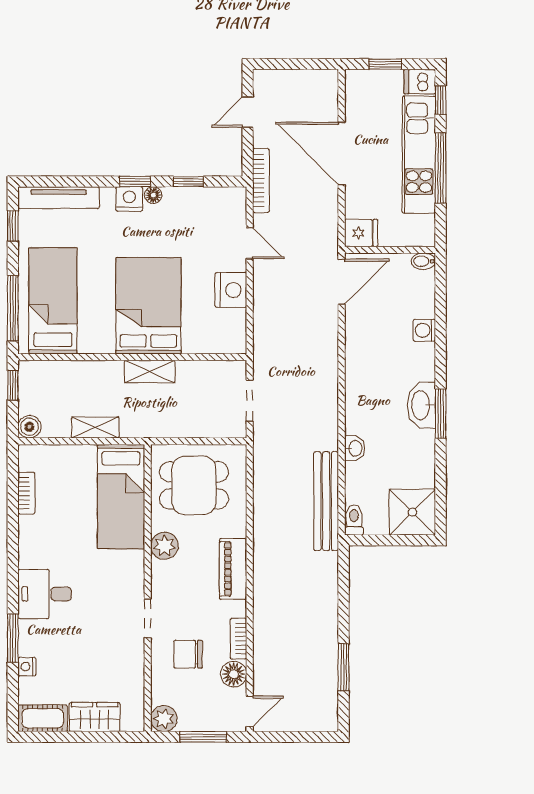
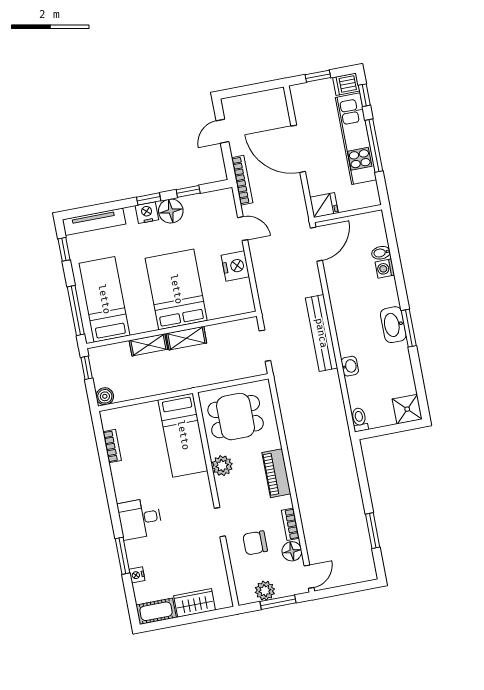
floor lamp: (153, 195) -> (171, 211), width x1.89, depth x1.89
bidet: (423, 261) -> (381, 253), moved
shelving: (95, 428) -> (148, 345), moved
bench: (326, 501) -> (321, 333), moved
shower: (412, 512) -> (407, 409), width x0.73, depth x0.73
plant: (164, 719) -> (265, 591), moved

